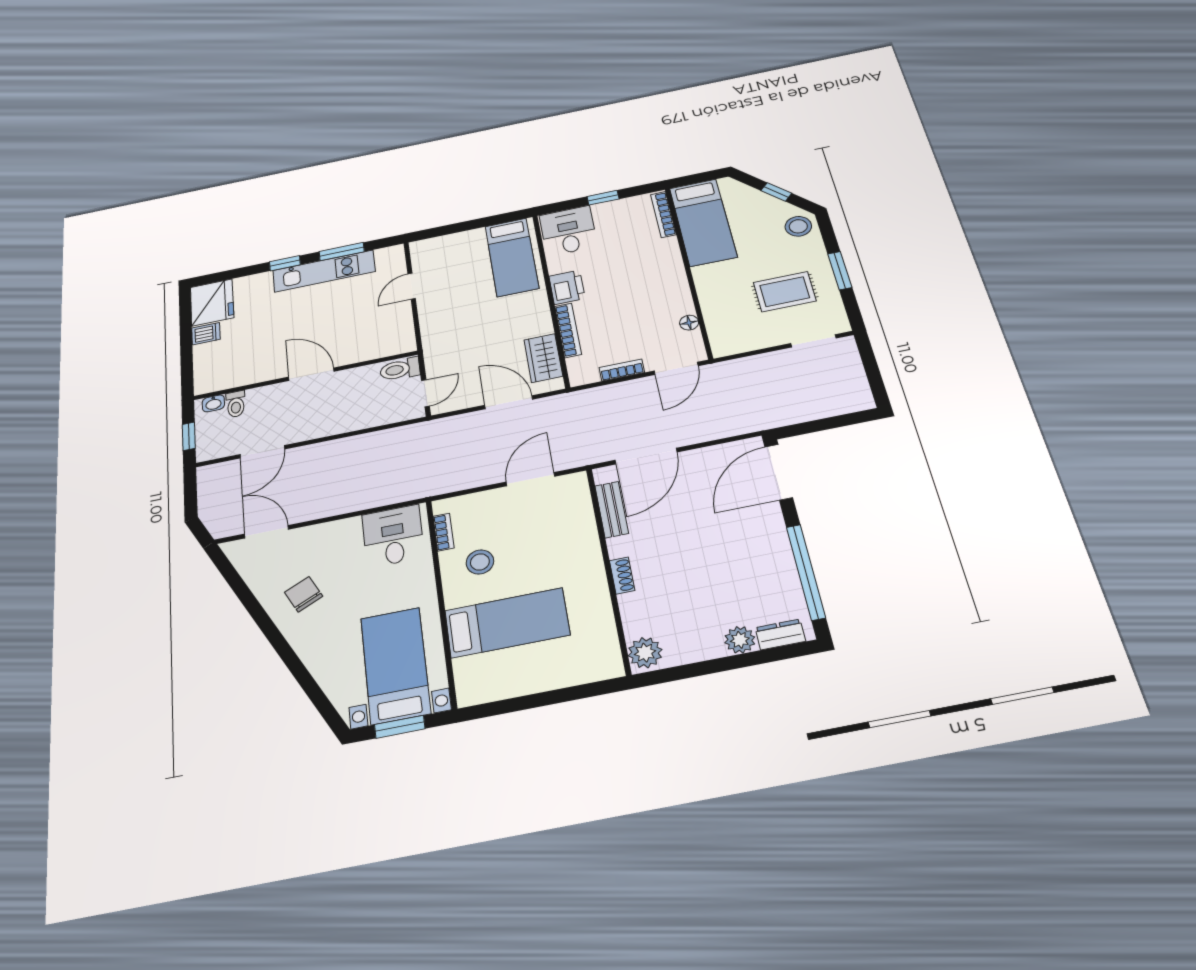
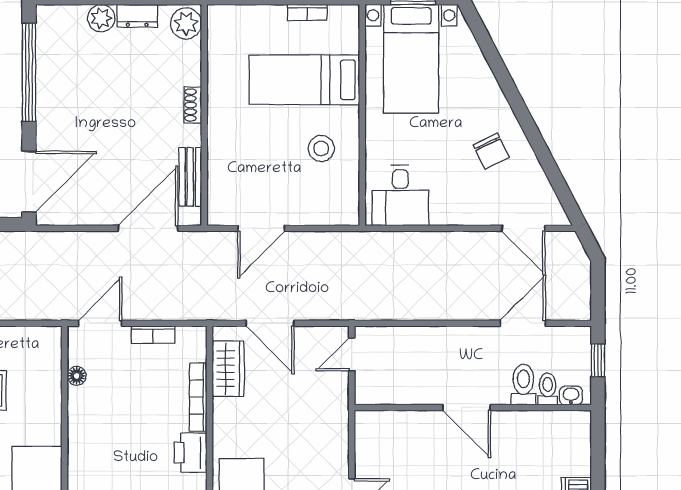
toilet: (400, 369) -> (523, 385), moved, turned -90
bookcase: (444, 532) -> (307, 12), moved, turned -90
dresser: (780, 634) -> (137, 16), moved

